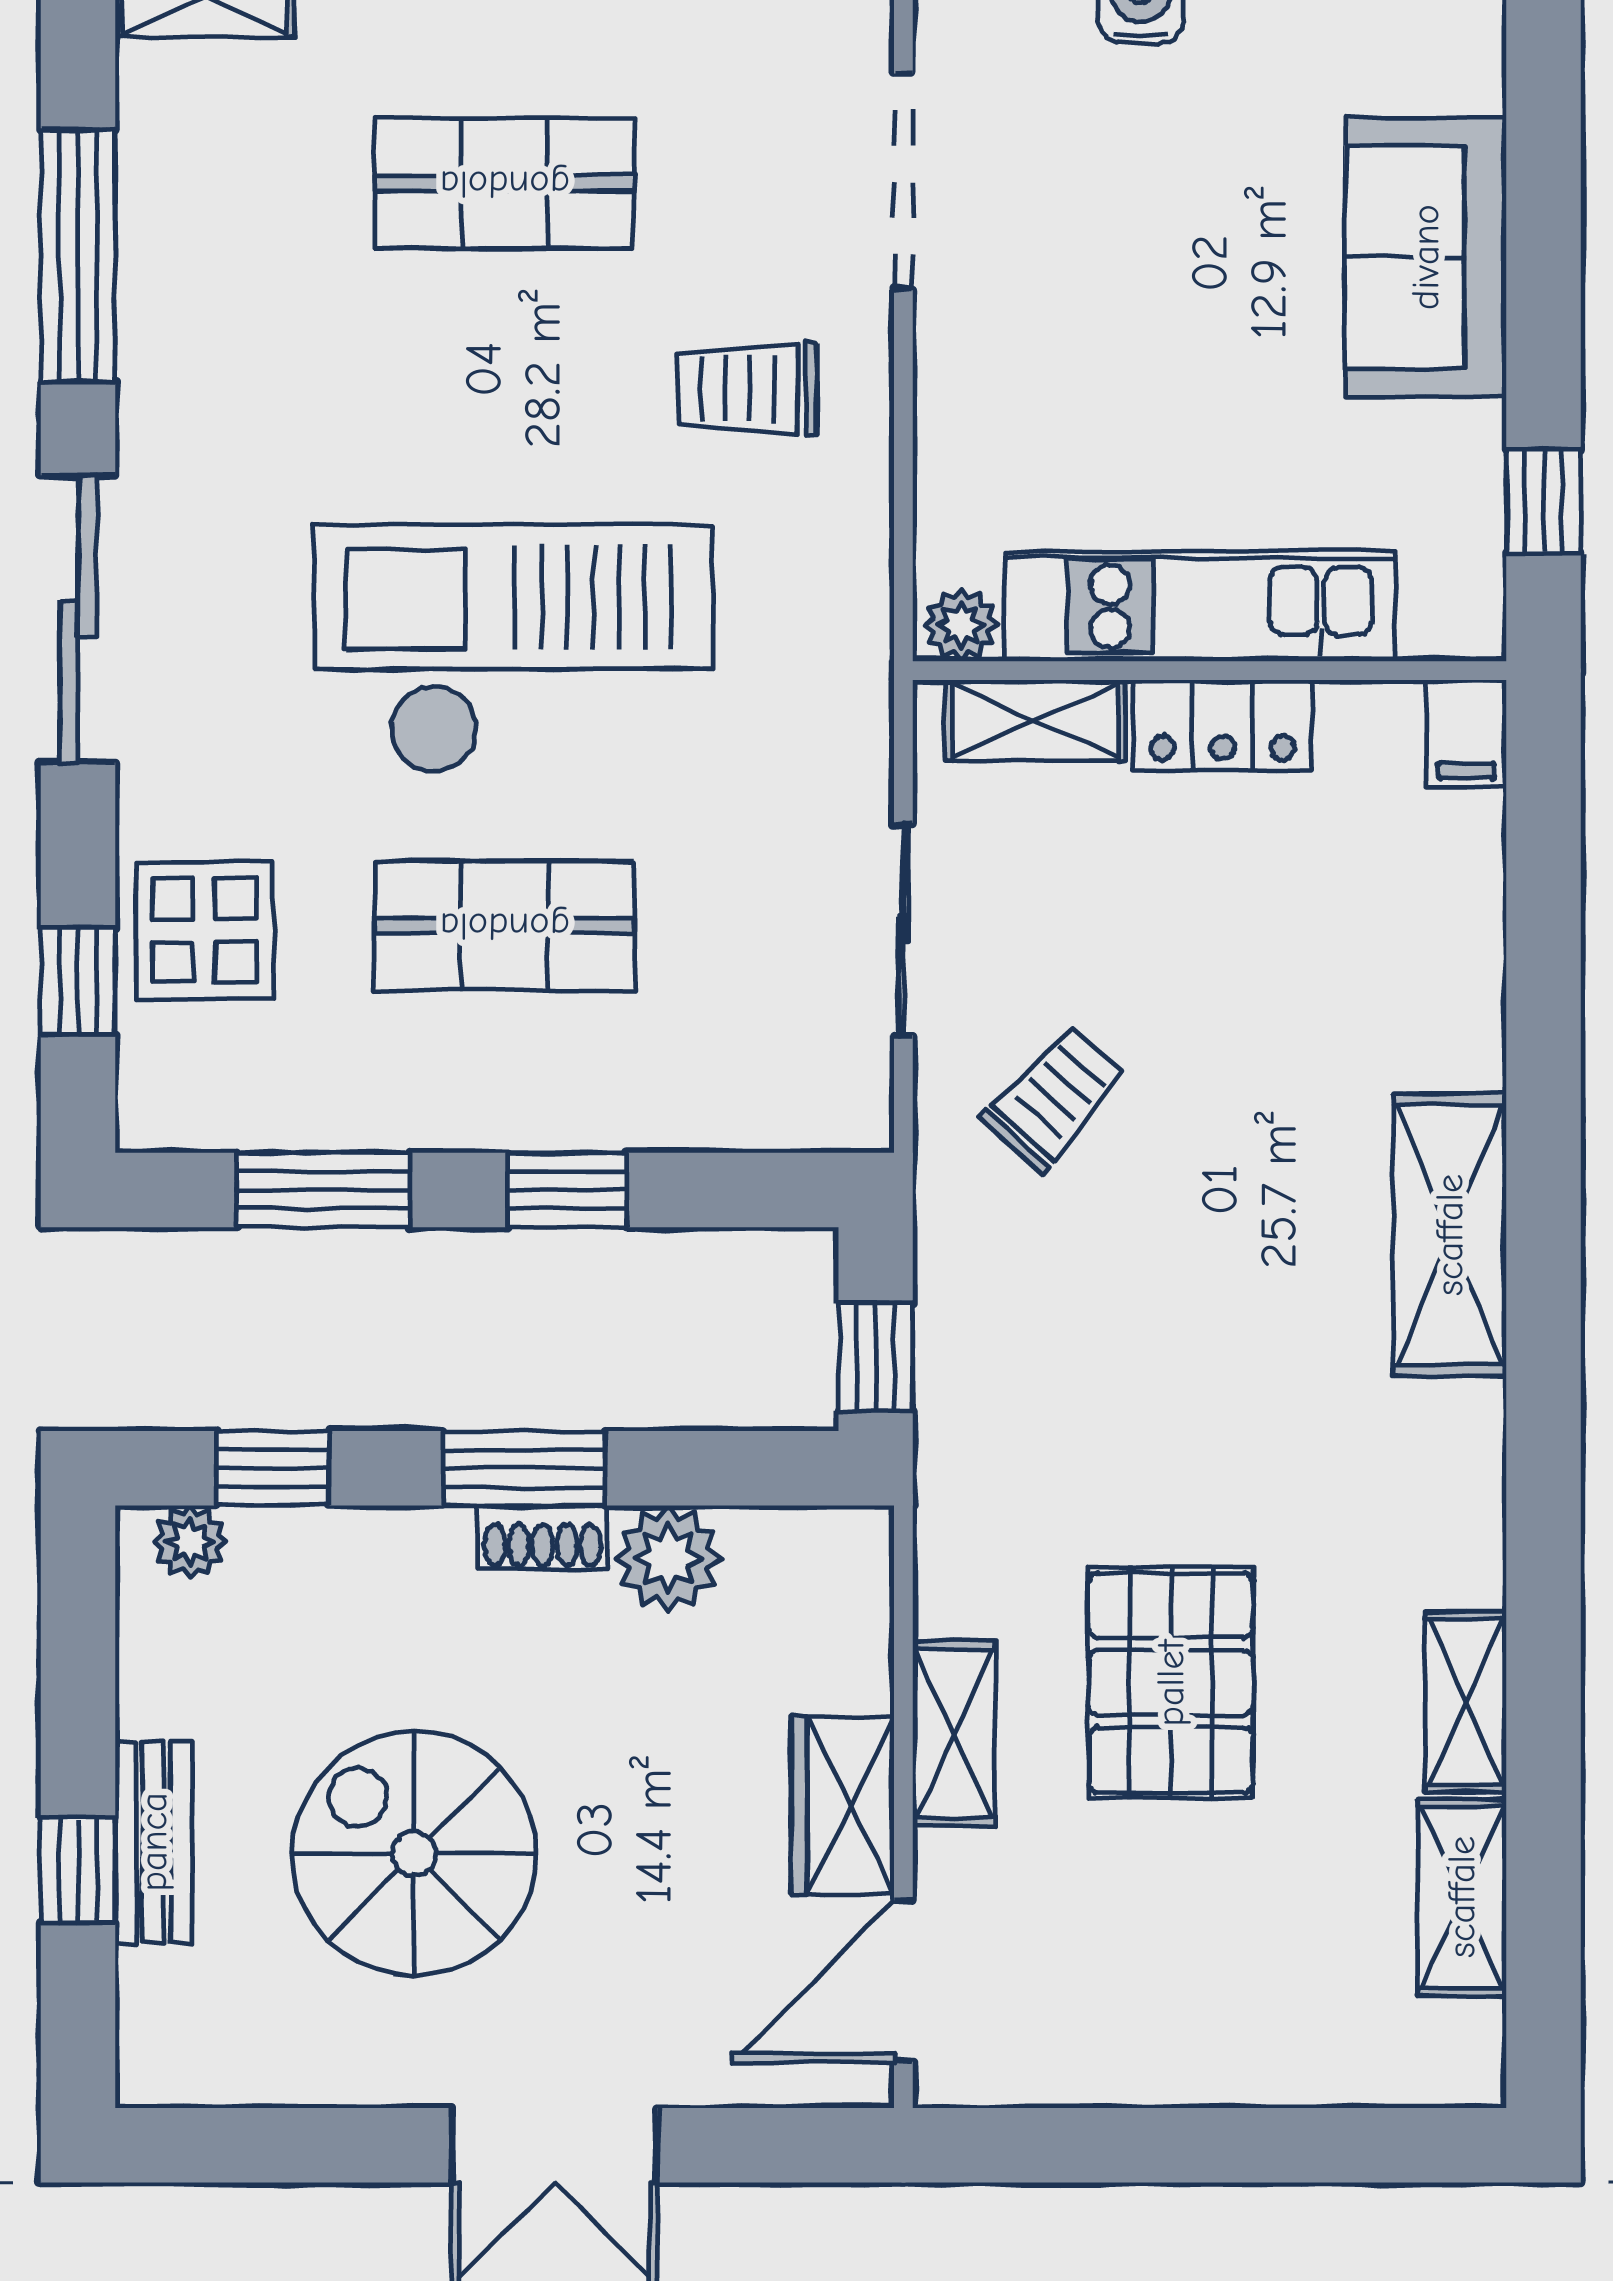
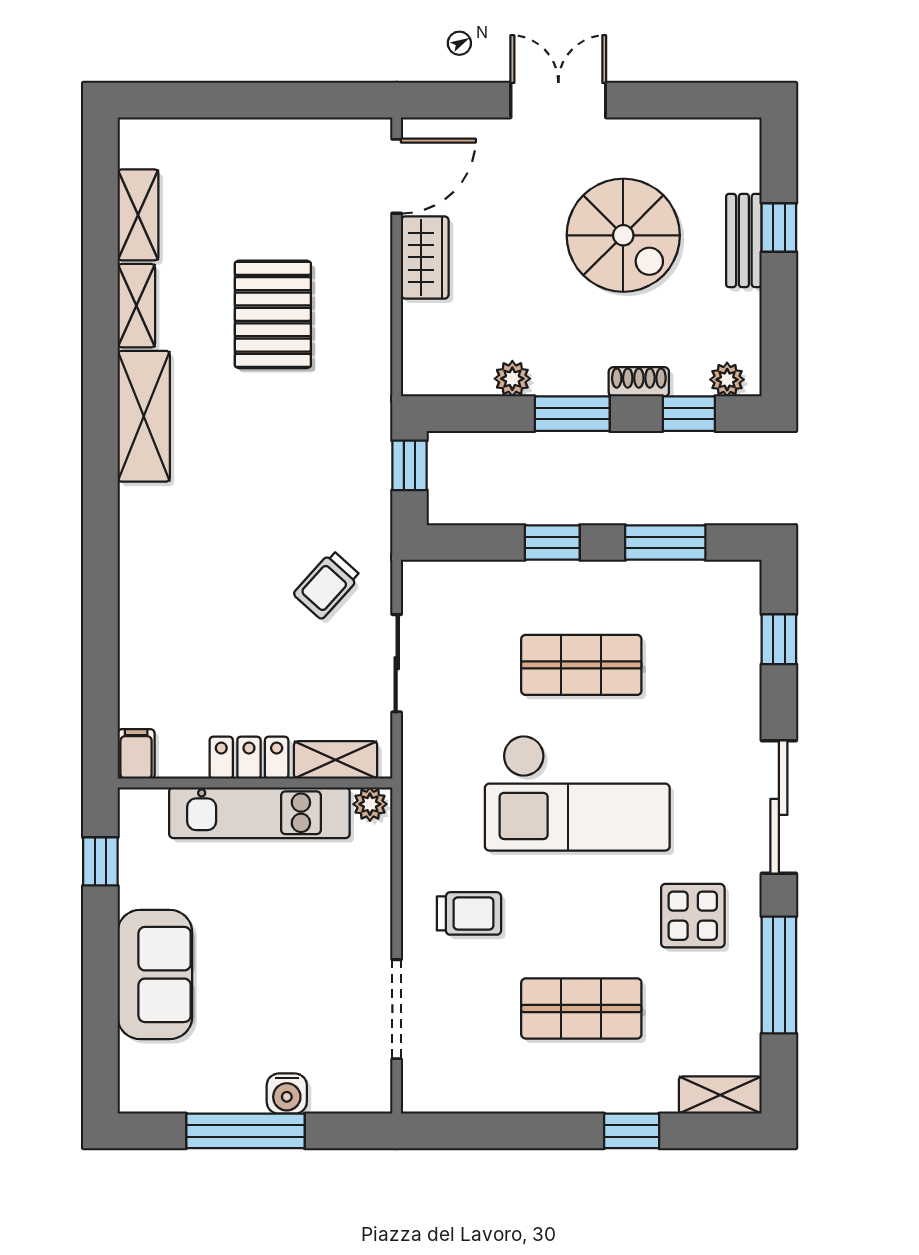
display table: (204, 930) -> (693, 916), moved
shelving: (1450, 1235) -> (144, 416), moved
shoe rack: (543, 1537) -> (639, 382), moved
plant: (668, 1558) -> (512, 379), width x0.73, depth x0.73
shelving: (954, 1734) -> (373, 291), removed

